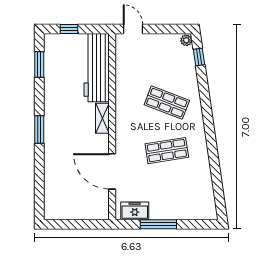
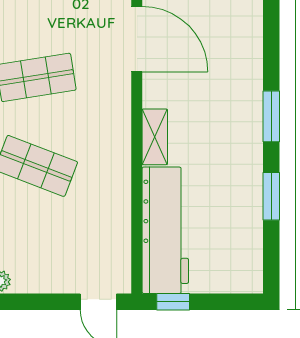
window: (69, 29) -> (173, 302), moved
window: (39, 64) -> (271, 196), moved

